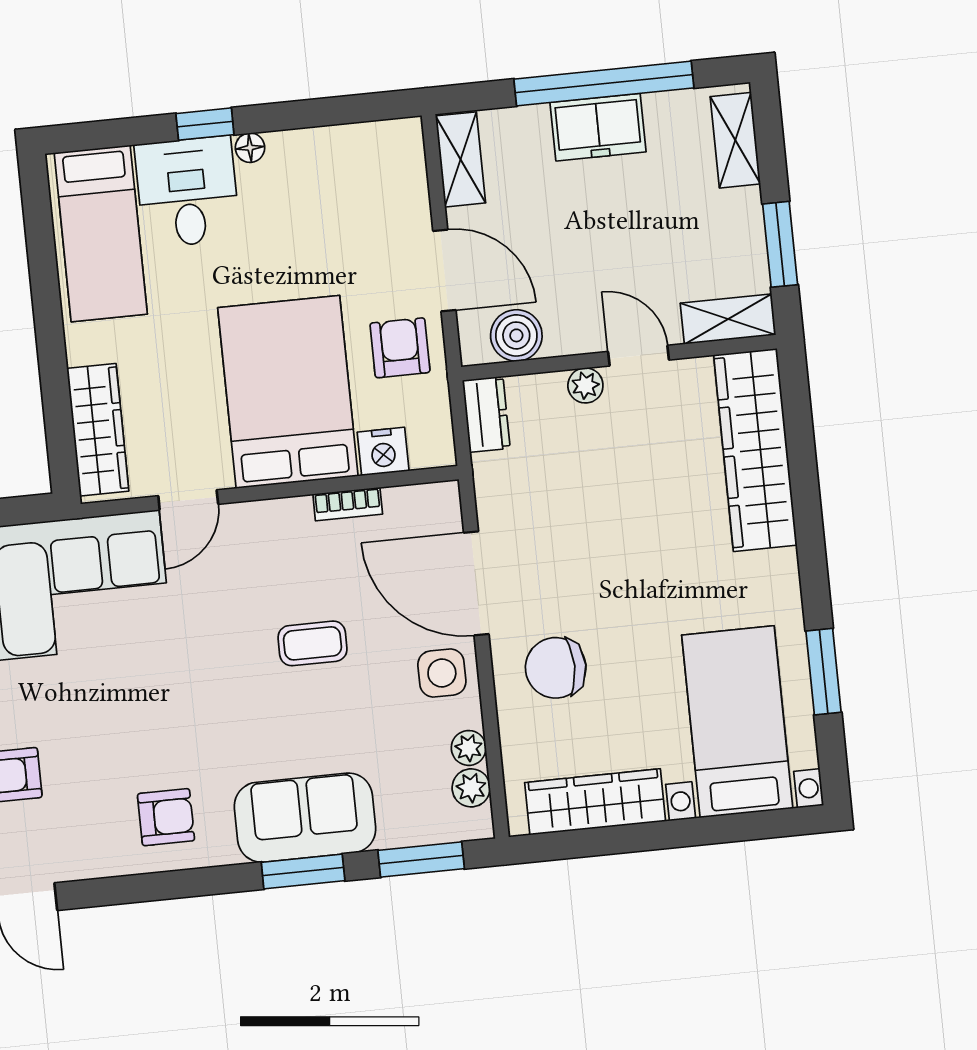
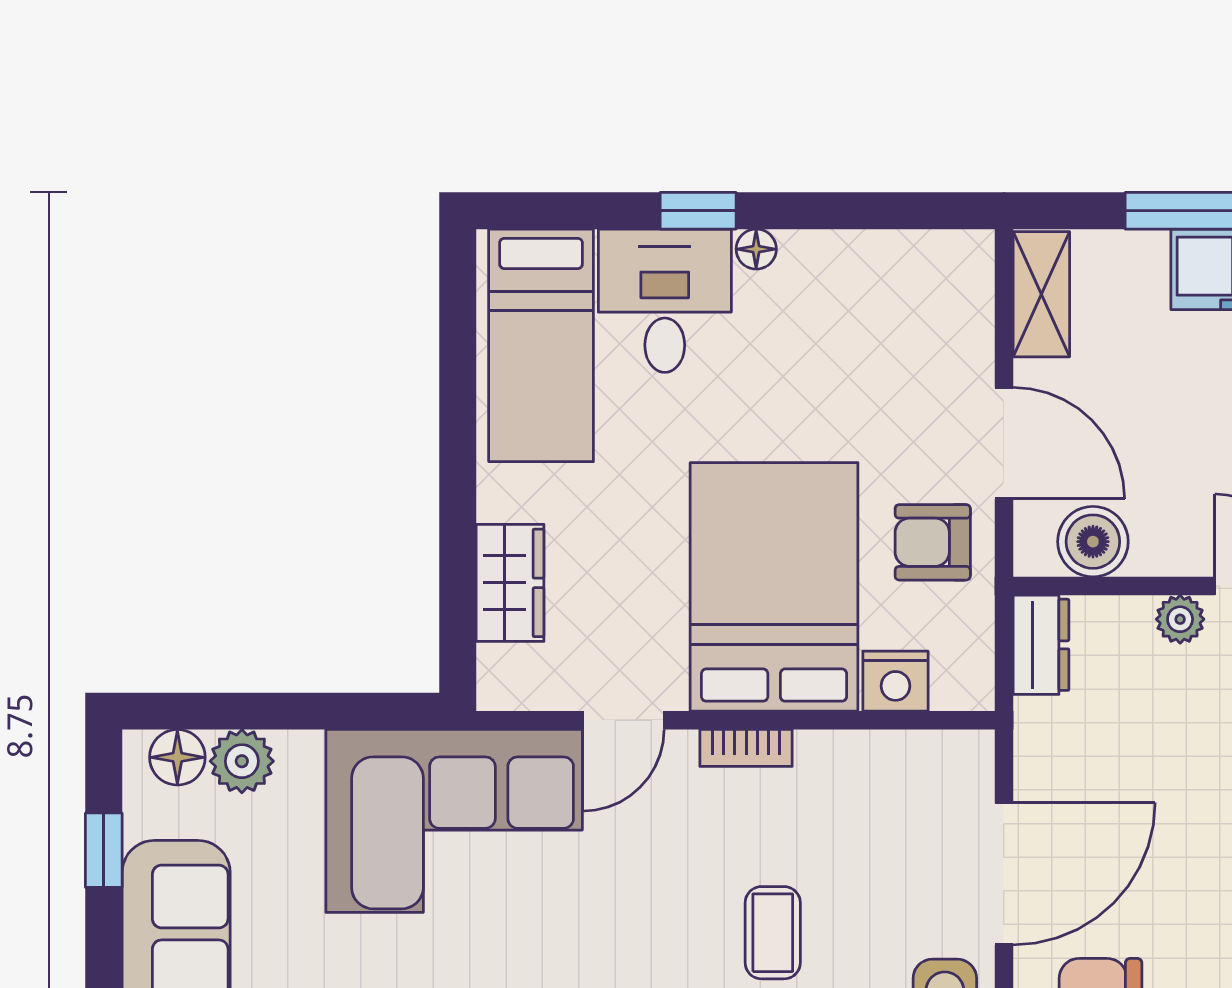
armchair: (400, 348) -> (933, 542), turned -90
wardrobe: (98, 430) -> (510, 583), width x0.67
bookcase: (348, 504) -> (746, 748), moved
door: (476, 583) -> (1004, 874), swing flipped
coffee table: (312, 643) -> (773, 933), turned 90

